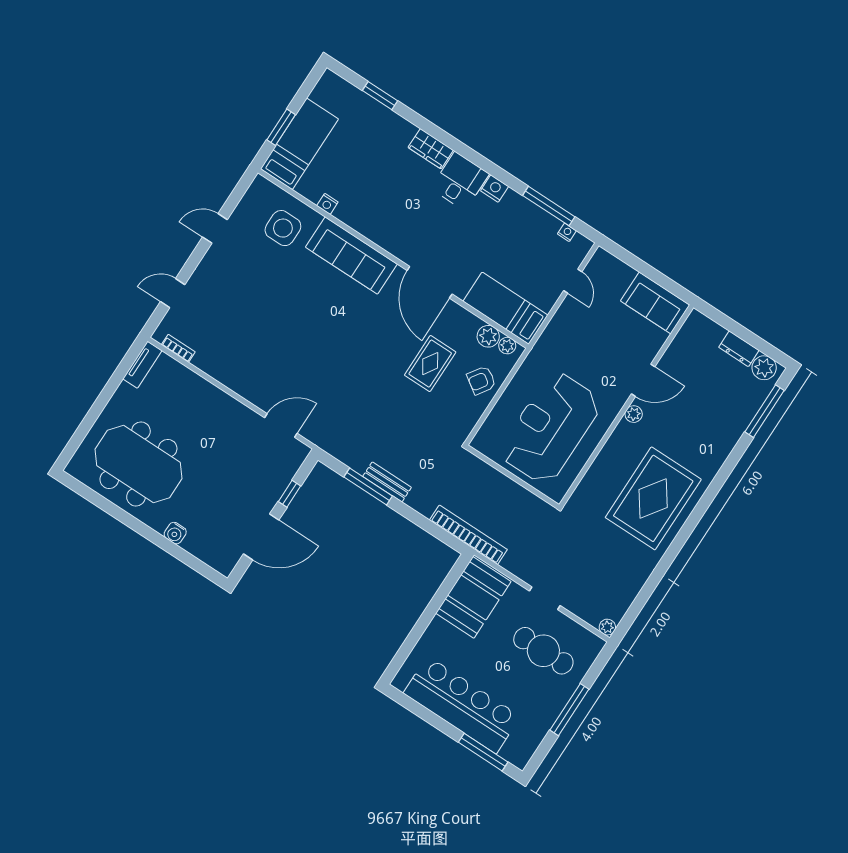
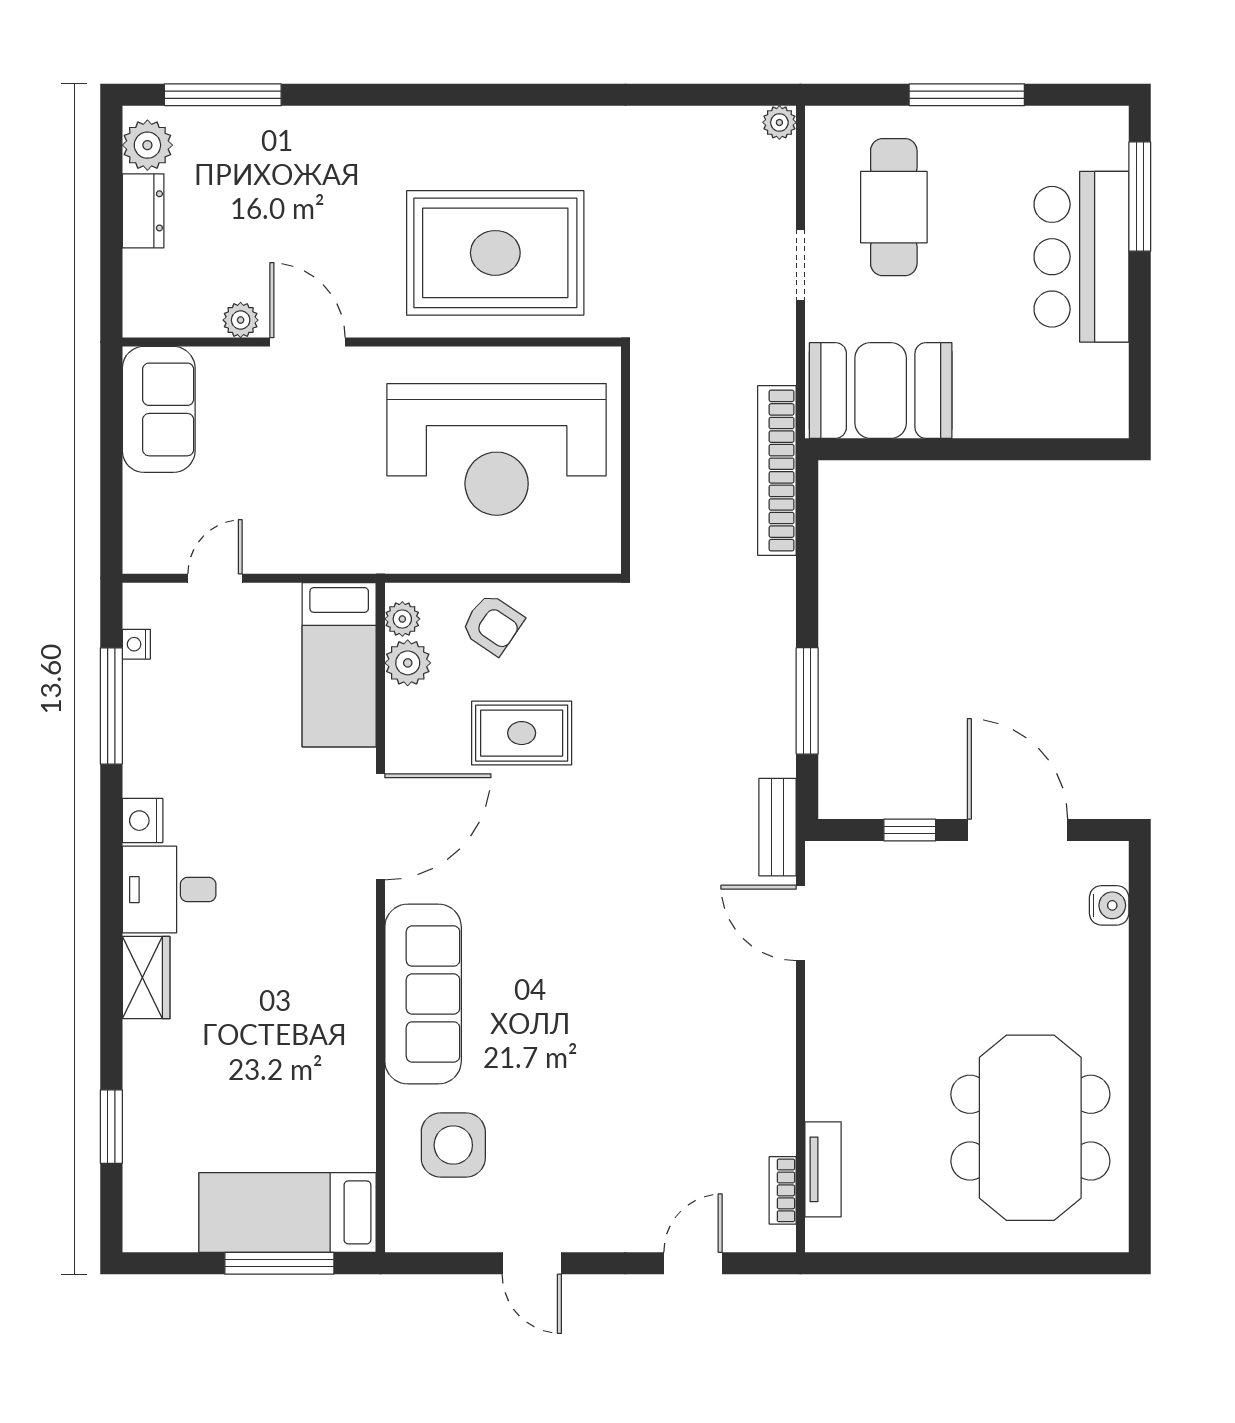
window: (281, 127) -> (279, 1263), width x1.44
nightstand: (327, 204) -> (360, 1095), removed
door: (173, 293) -> (693, 1263), swing flipped
tv unit: (142, 365) -> (823, 1169), moved, turned 90
plant: (634, 414) -> (241, 320), moved
bench: (387, 482) -> (778, 827), moved
rug: (653, 498) -> (495, 253), moved
water cooler: (175, 533) -> (1109, 905), moved
bar counter: (462, 705) -> (1081, 257), width x0.73

